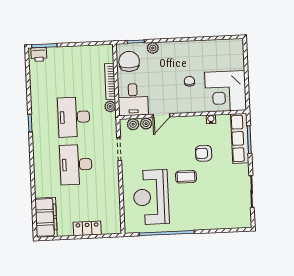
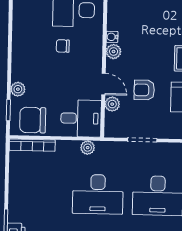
bookcase: (110, 82) -> (32, 145), moved
water cooler: (211, 119) -> (112, 37), moved
plant: (133, 124) -> (114, 52), moved
armchair: (204, 153) -> (144, 90), moved, turned 90

